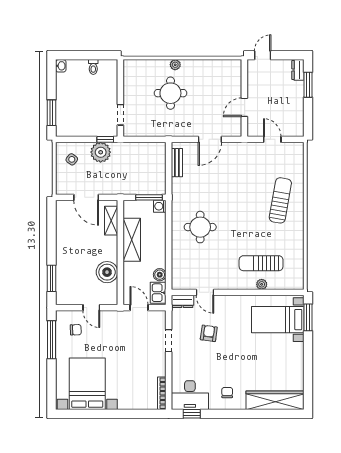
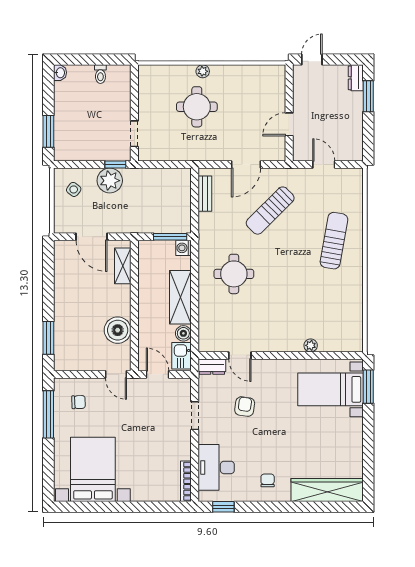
shelving: (132, 240) -> (180, 297), moved
sun lounger: (261, 263) -> (270, 211), moved, turned -45
door: (91, 308) -> (116, 374), moved
desk: (190, 395) -> (216, 467), moved, turned 90

